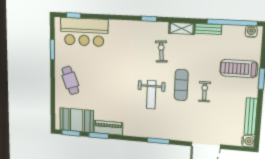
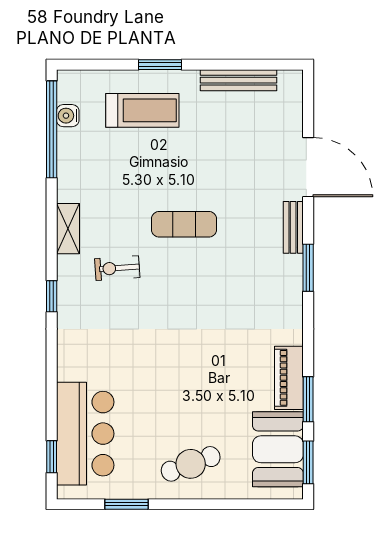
bench: (208, 29) -> (293, 227), moved
water cooler: (251, 32) -> (68, 116), moved
treadmill: (239, 69) -> (142, 110), turned -90
exercise bike: (205, 92) -> (194, 176), removed
weight bench: (151, 95) -> (209, 286), removed
water cooler: (248, 141) -> (291, 82), removed

